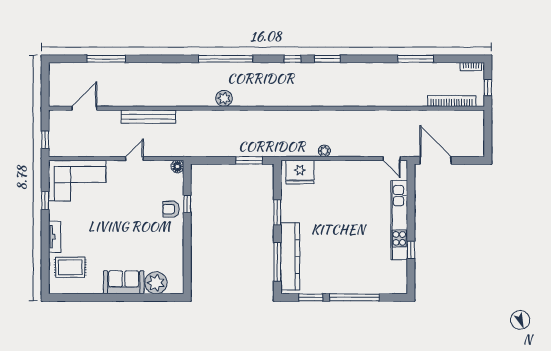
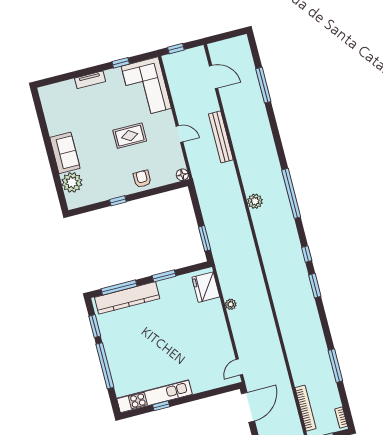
window: (187, 204) -> (118, 201), moved
kitchen unit: (399, 220) -> (154, 396), moved
rug: (70, 267) -> (130, 136), moved, turned 90

